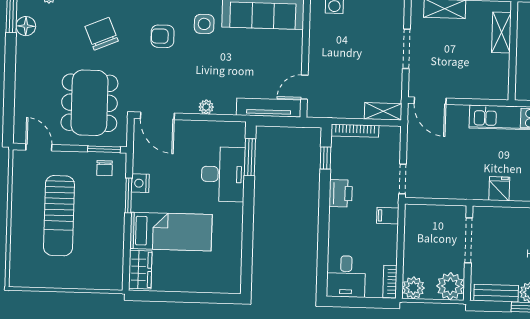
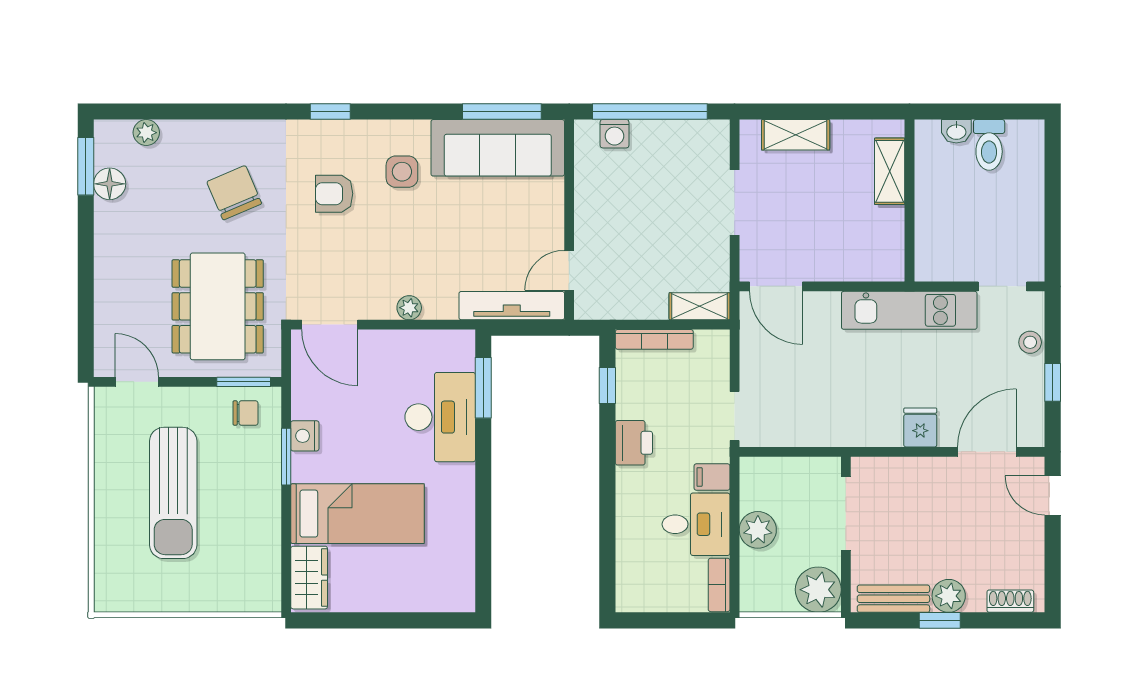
chair: (104, 168) -> (245, 413), turned -90
fridge: (499, 189) -> (920, 427), moved
desk: (346, 276) -> (696, 524), moved, turned -90
plant: (413, 288) -> (758, 530), moved

